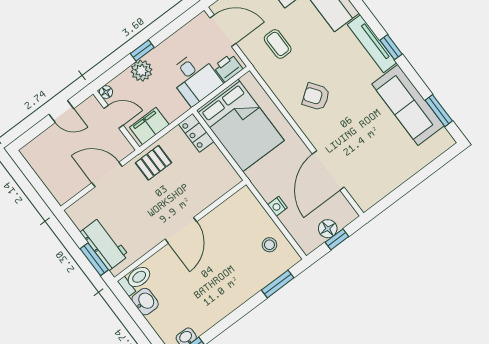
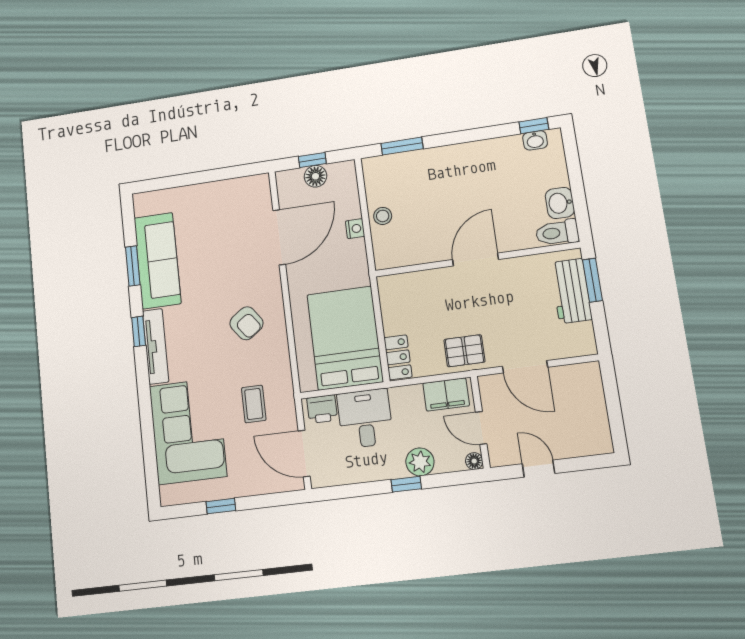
window: (439, 111) -> (133, 266), moved
stool: (269, 245) -> (383, 216), moved

